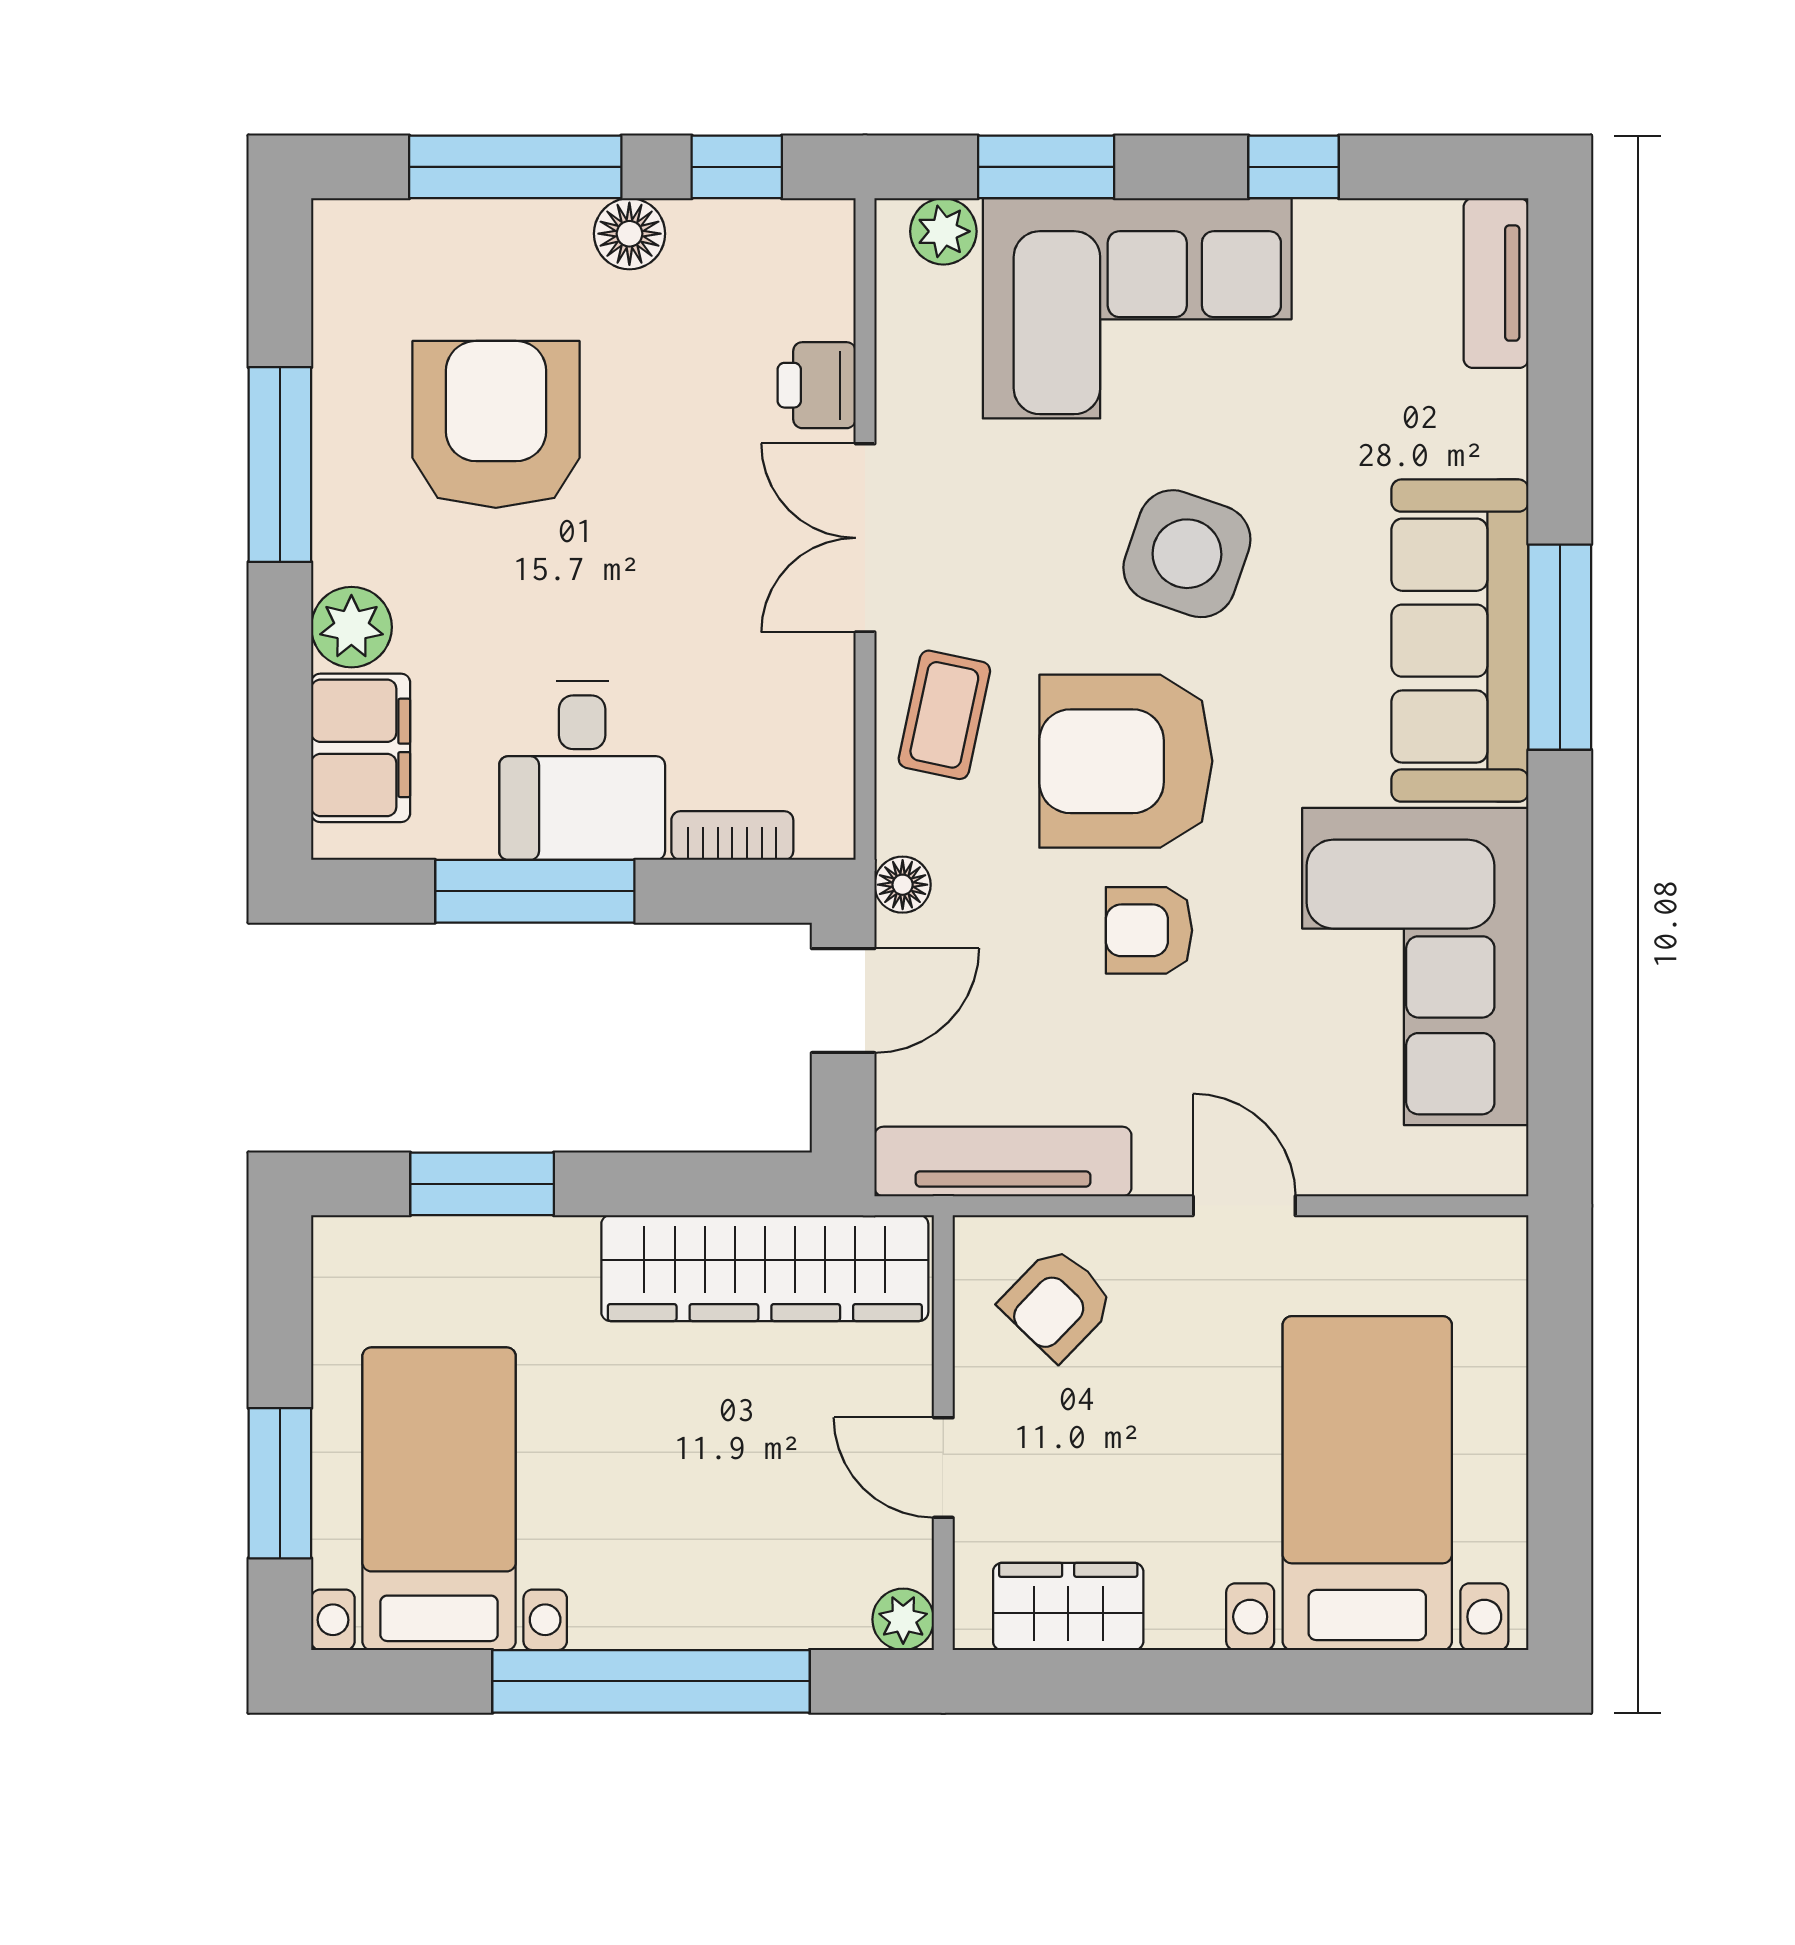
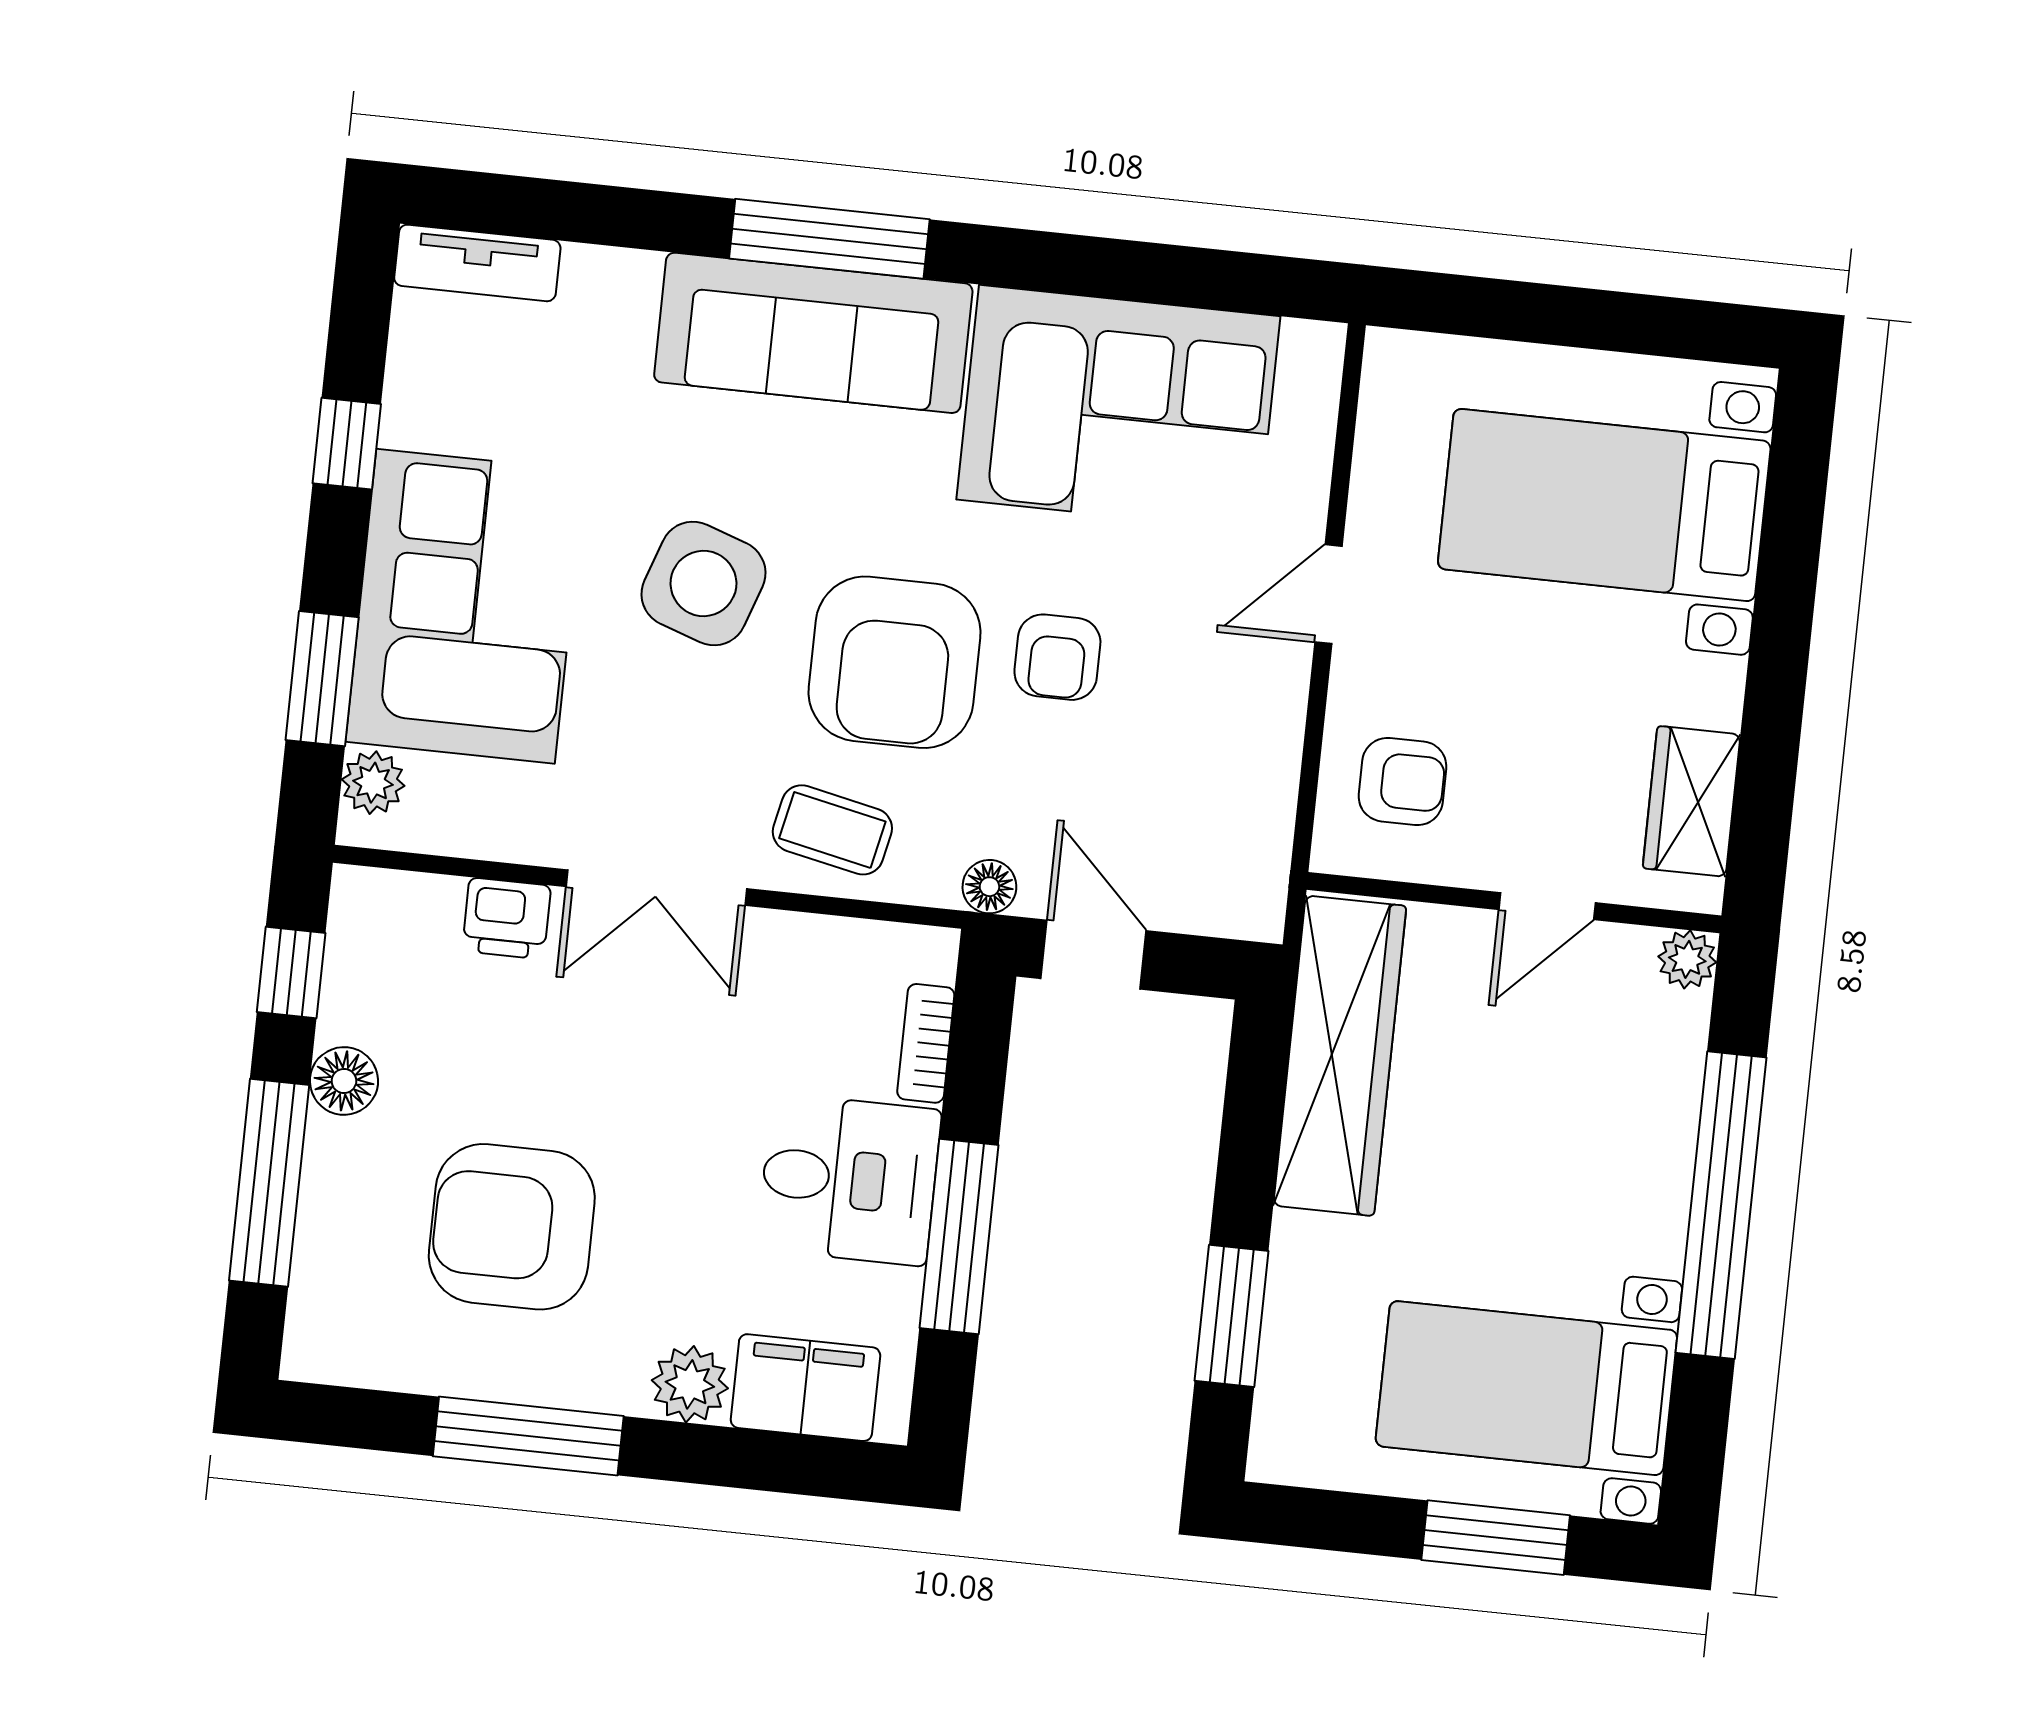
tv unit: (1003, 1162) -> (1262, 819), removed
armchair: (1057, 1303) -> (1403, 781), turned -44

